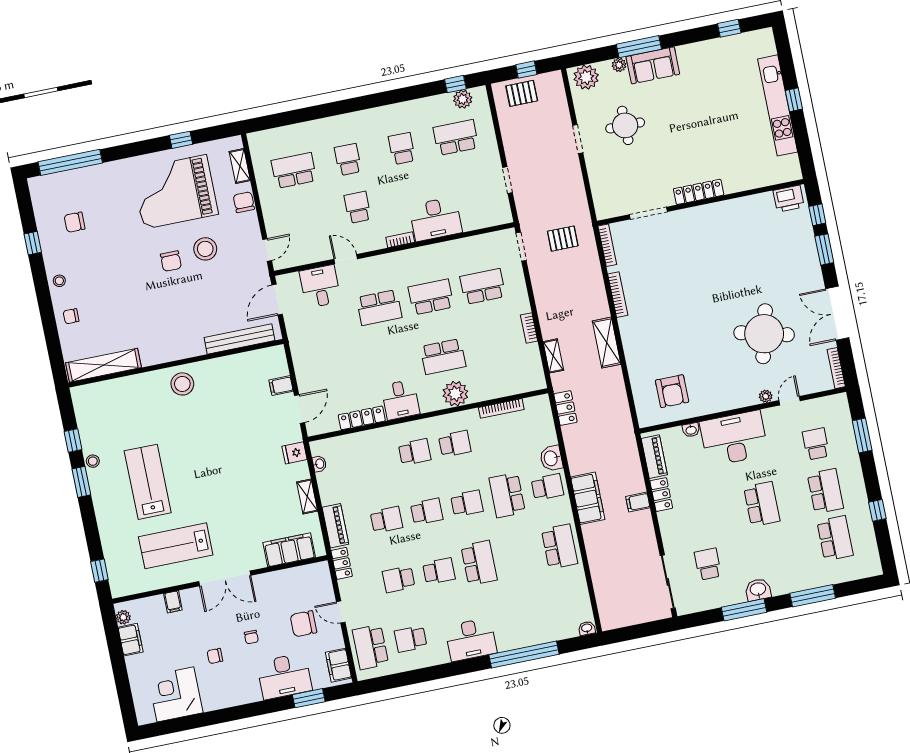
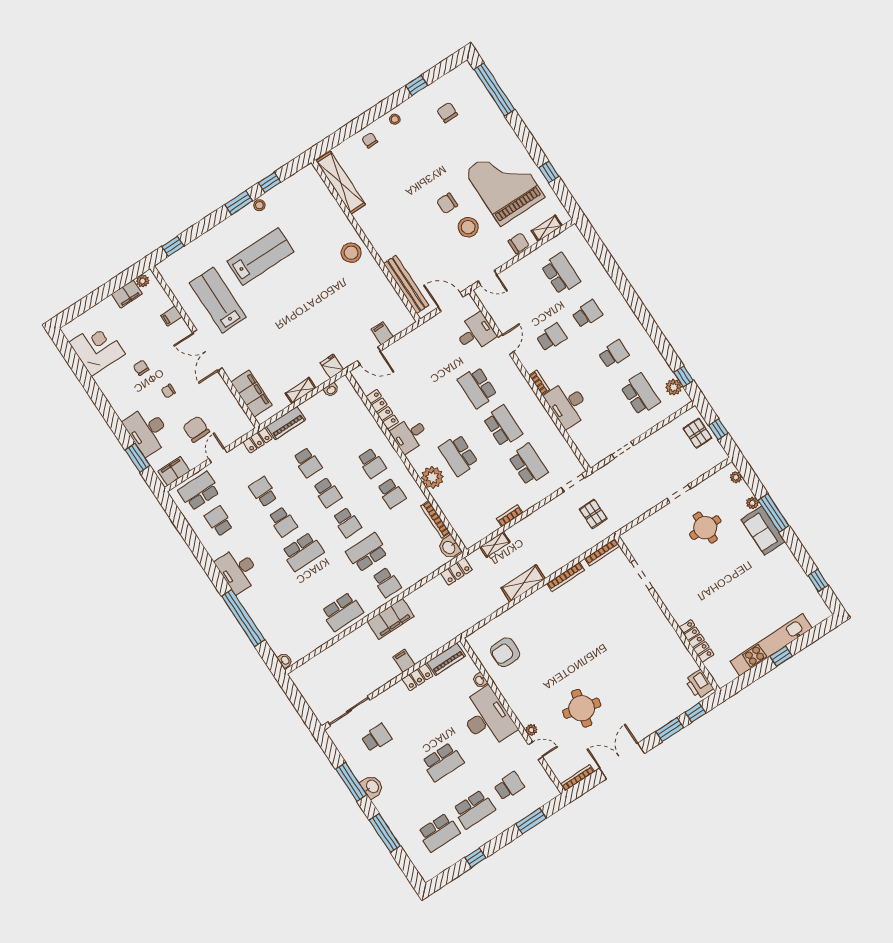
plant: (586, 77) -> (736, 477), width x0.53, depth x0.53
locker: (699, 192) -> (696, 641), moved
round table: (764, 334) -> (582, 708), width x0.73, depth x0.73
washbasin: (551, 458) -> (449, 547), moved, turned -90

